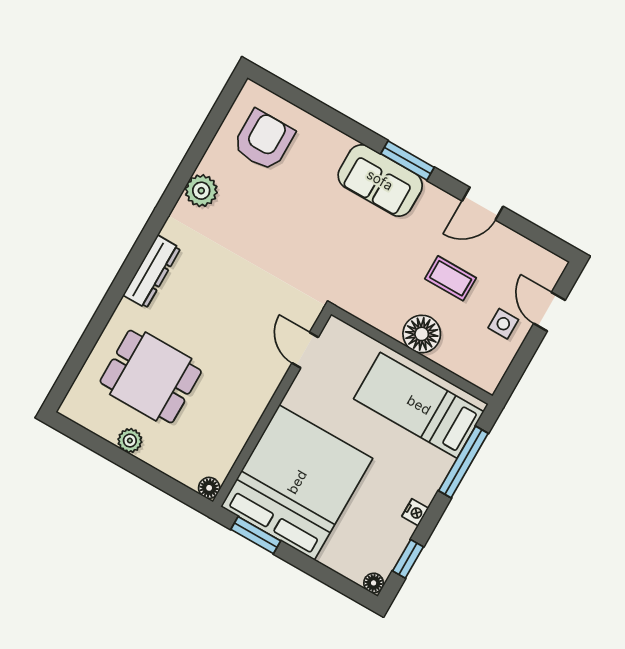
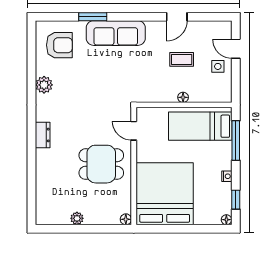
armchair: (264, 140) -> (59, 45), turned 90
window: (407, 161) -> (93, 17), moved
sofa: (380, 180) -> (116, 33), width x1.36
dresser: (152, 272) -> (43, 135), width x0.70
floor lamp: (422, 334) -> (183, 97), width x0.53, depth x0.53
dining table: (151, 377) -> (101, 164), moved
window: (256, 535) -> (160, 229), removed

